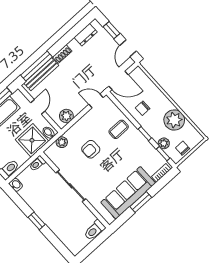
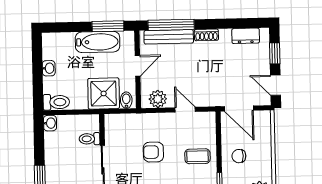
door: (128, 48) -> (275, 85), hinge flipped
door: (96, 101) -> (185, 110), moved
plant: (62, 142) -> (131, 121), removed
toilet: (37, 163) -> (90, 139), moved

